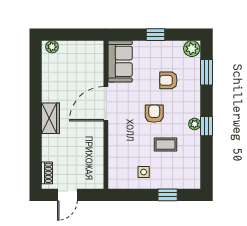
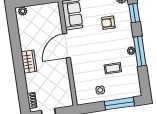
armchair: (154, 114) -> (102, 48), removed
window: (206, 126) -> (140, 51), width x2.17
window: (168, 195) -> (119, 104), width x2.17

